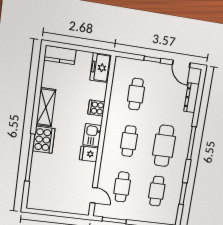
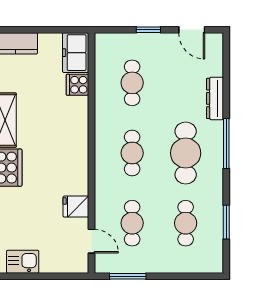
dresser: (191, 98) -> (215, 98), moved
cooker: (96, 108) -> (77, 85), moved
kitchen sink: (92, 135) -> (23, 262), moved, turned 90
fridge: (89, 154) -> (76, 207), moved

